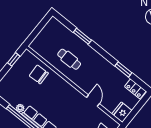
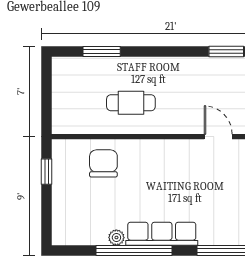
window: (82, 36) -> (102, 51), moved
chair: (39, 74) -> (103, 163), turned 92

